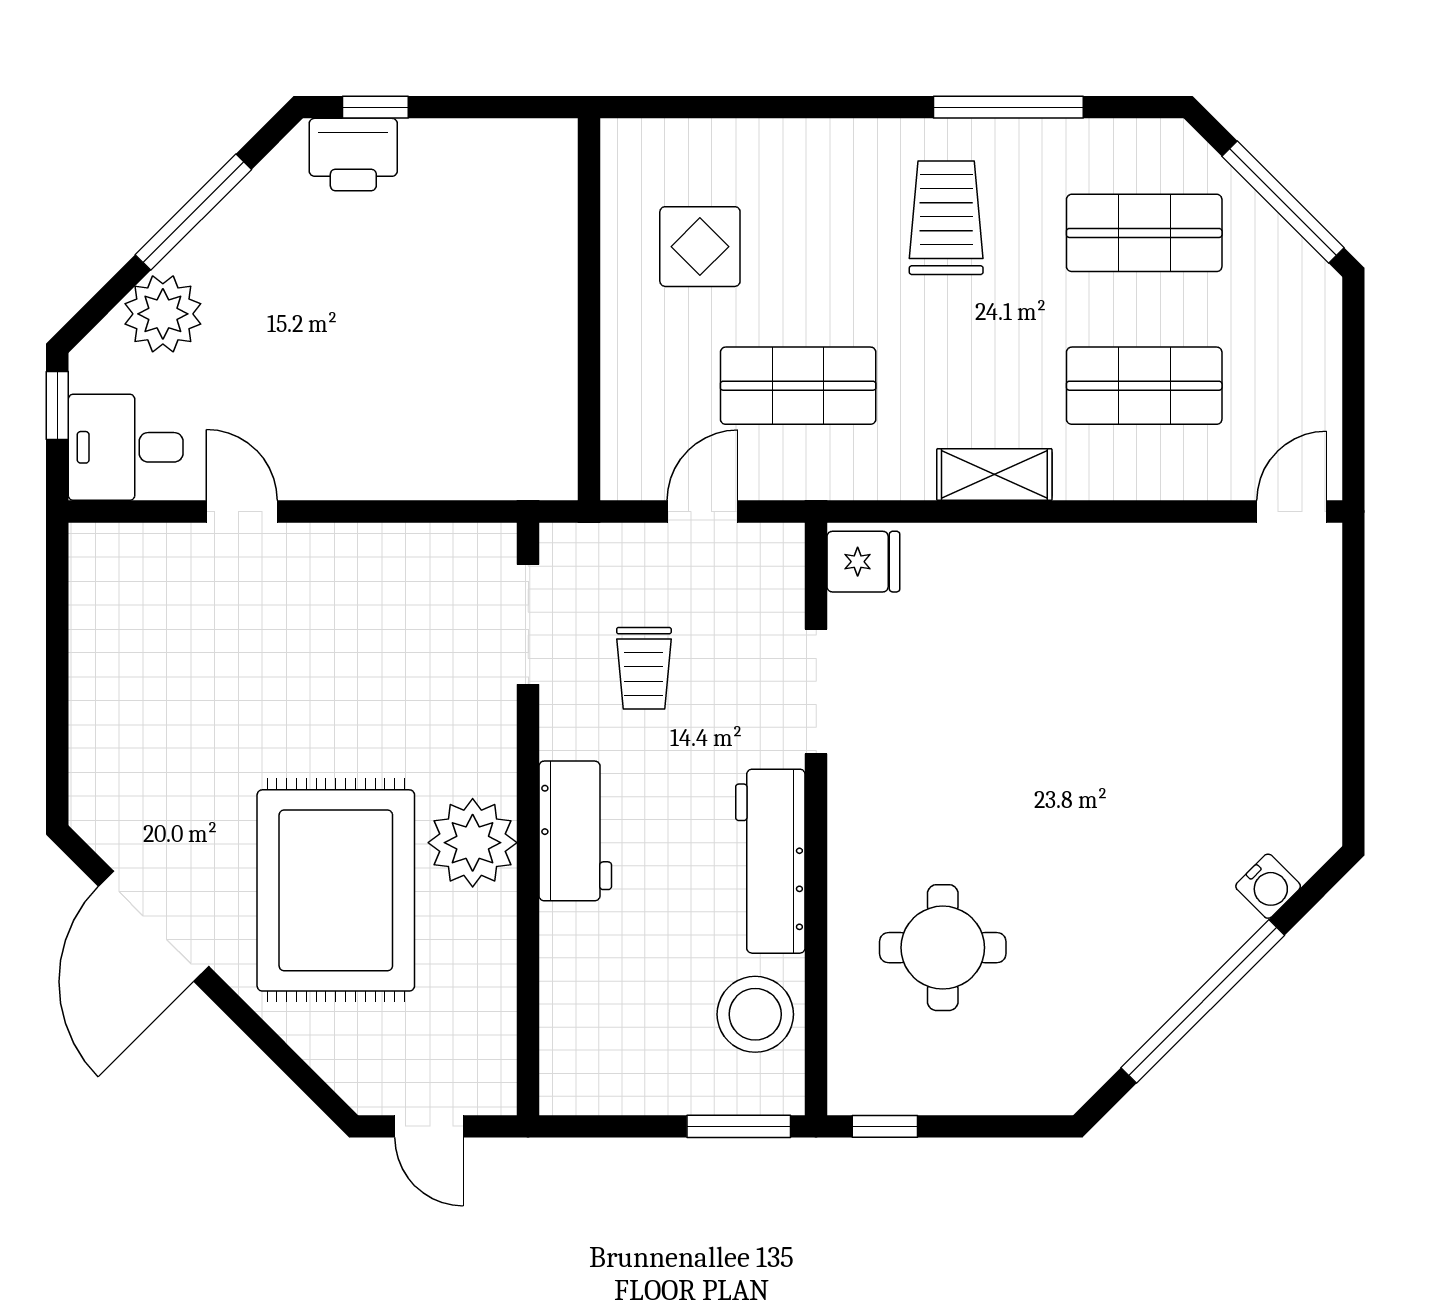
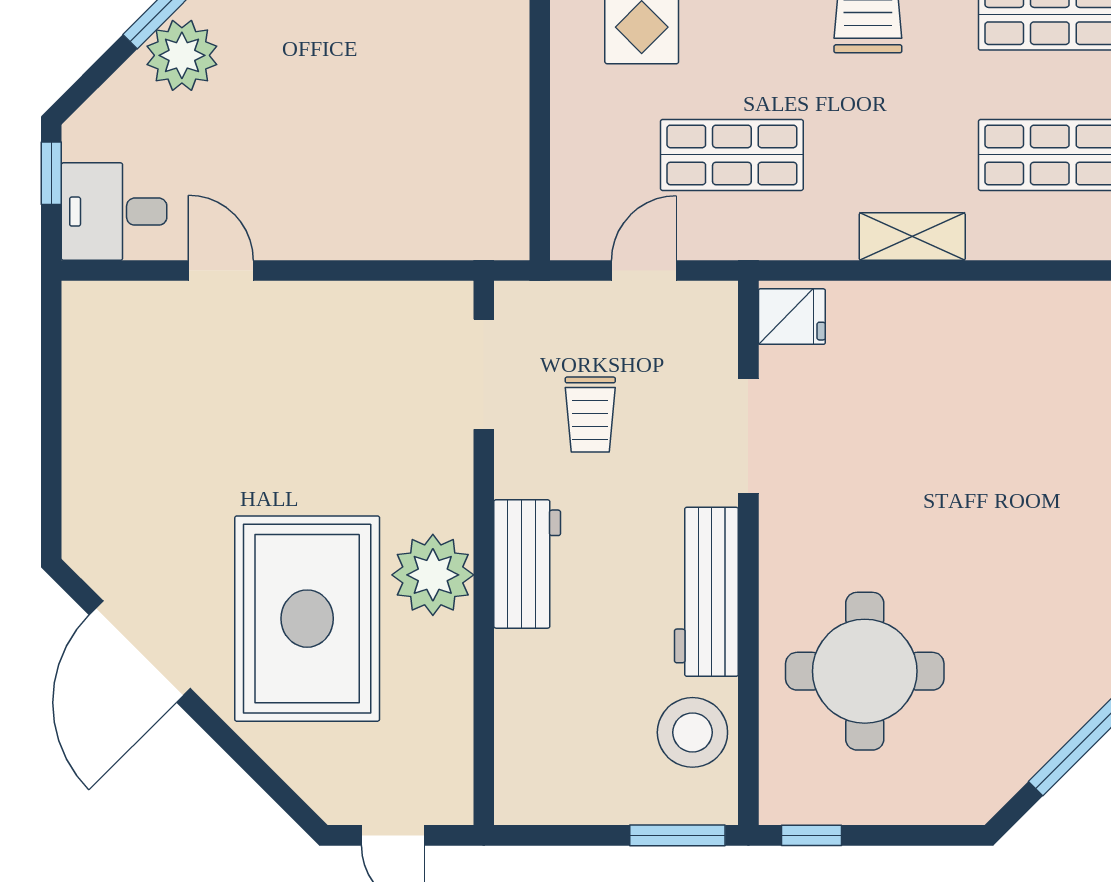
plant: (163, 314) -> (182, 55), moved
round table: (943, 948) -> (865, 671), width x1.36, depth x1.36

